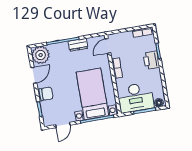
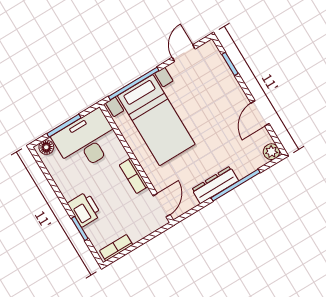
dresser: (78, 45) -> (215, 185), width x1.44
plant: (41, 55) -> (271, 152), width x0.53, depth x0.53
chair: (46, 94) -> (229, 92), removed

